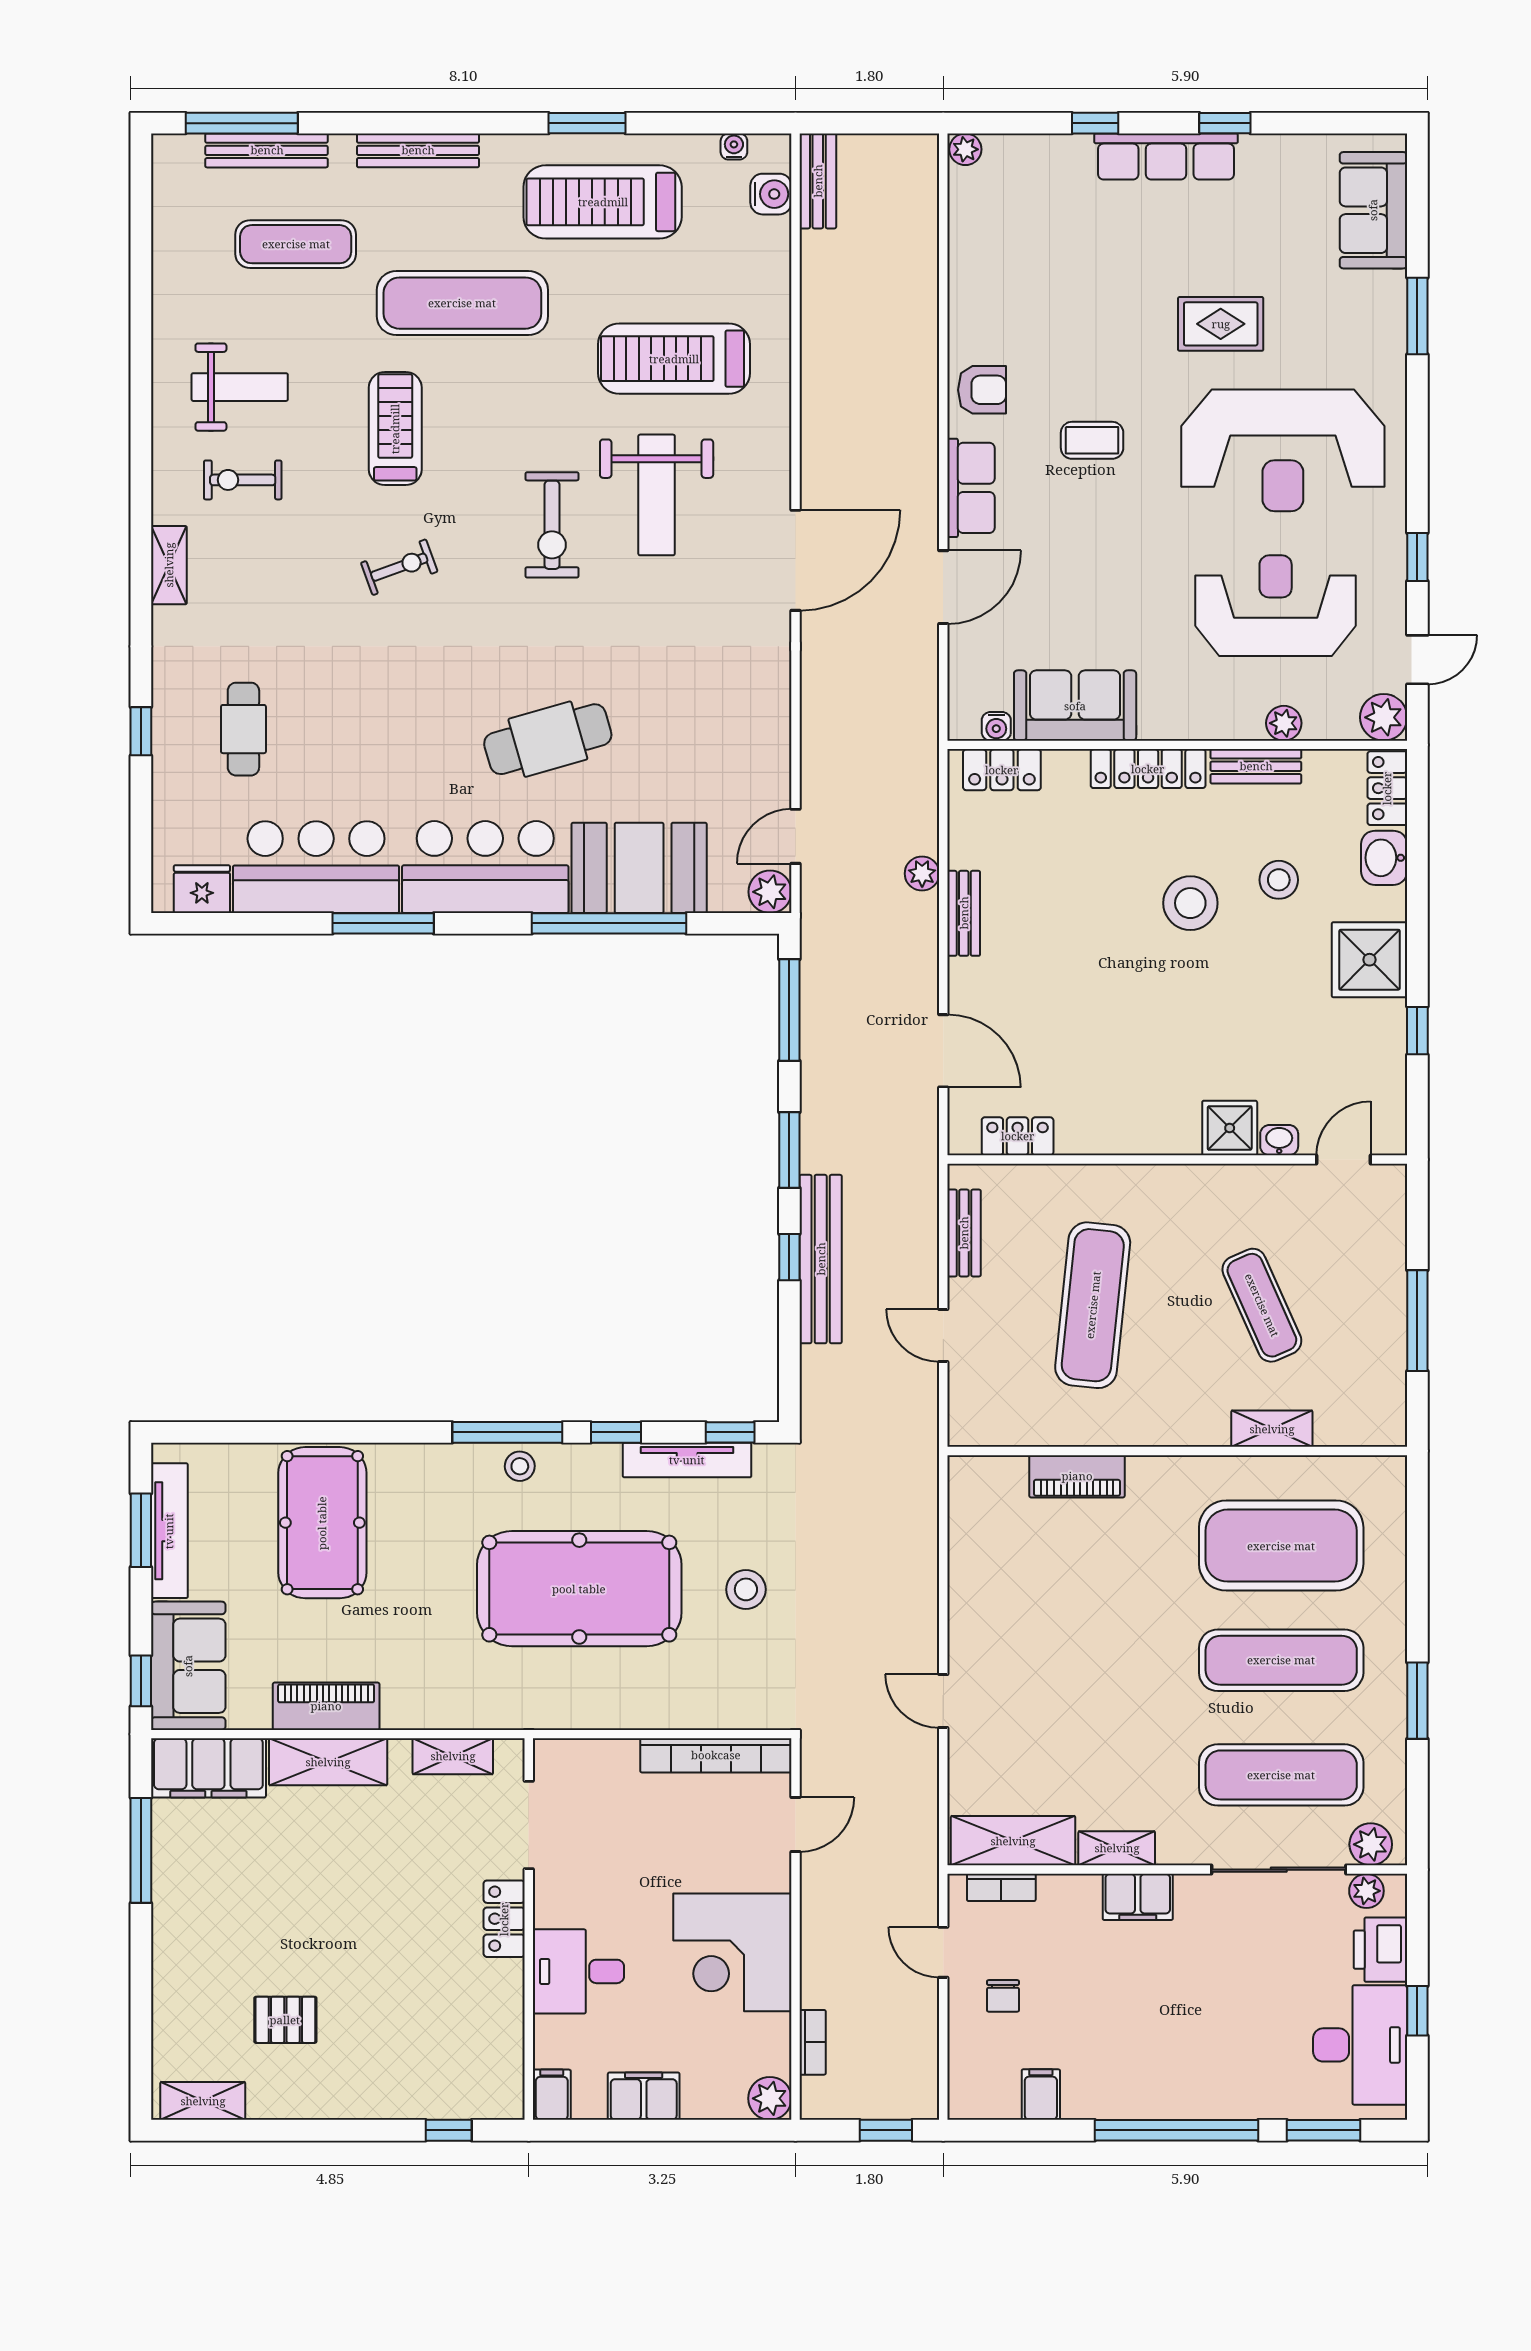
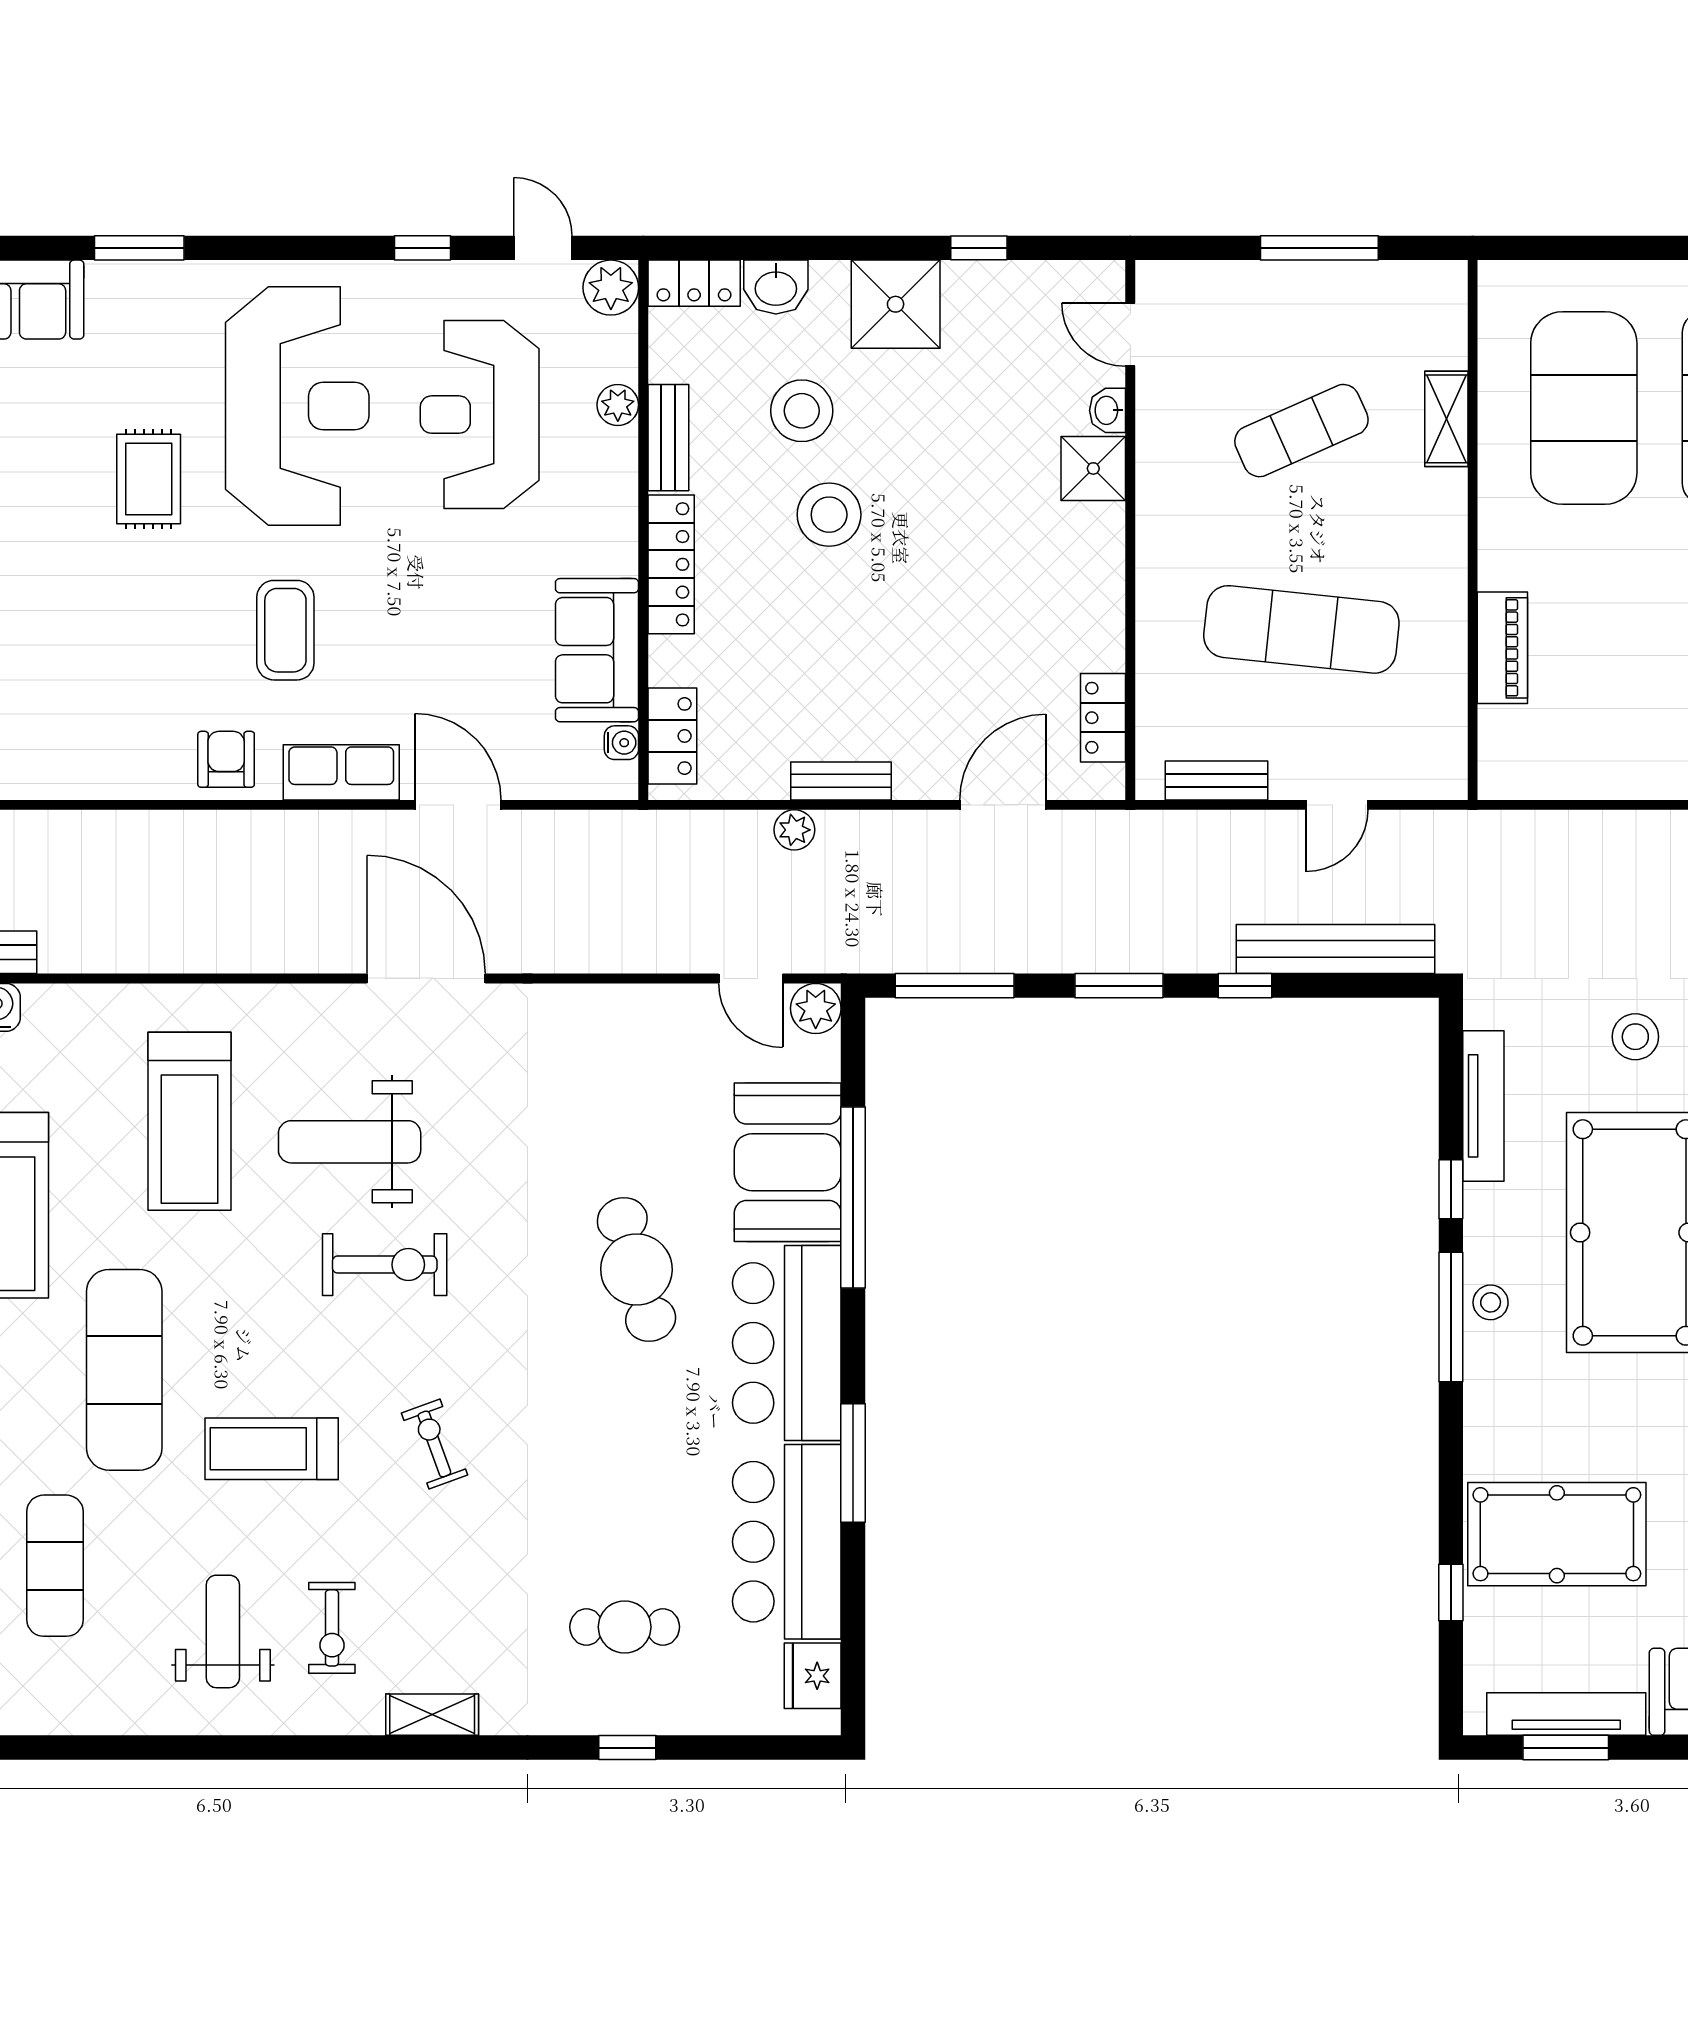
coffee table: (1092, 440) -> (285, 630), width x1.36, depth x1.30
weight bench: (657, 495) -> (350, 1142), turned 180
stool: (1279, 880) -> (802, 411), width x1.38, depth x1.38
bench: (821, 1259) -> (1336, 949), moved
window: (730, 1432) -> (1451, 1593), moved

